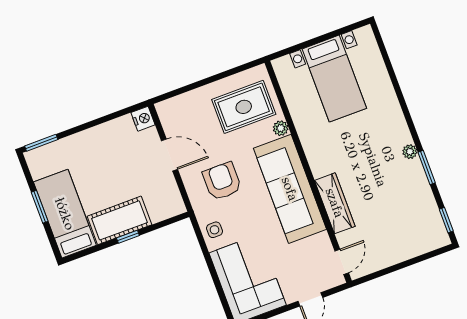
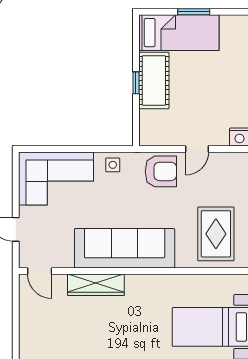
plant: (281, 128) -> (184, 261), removed
door: (169, 155) -> (197, 149), width x0.73
armchair: (222, 181) -> (161, 171), moved

